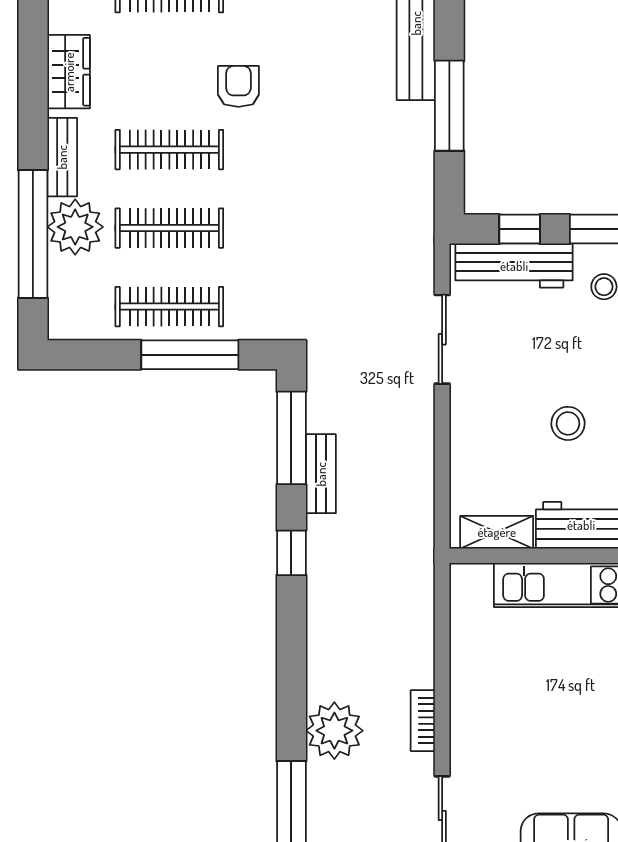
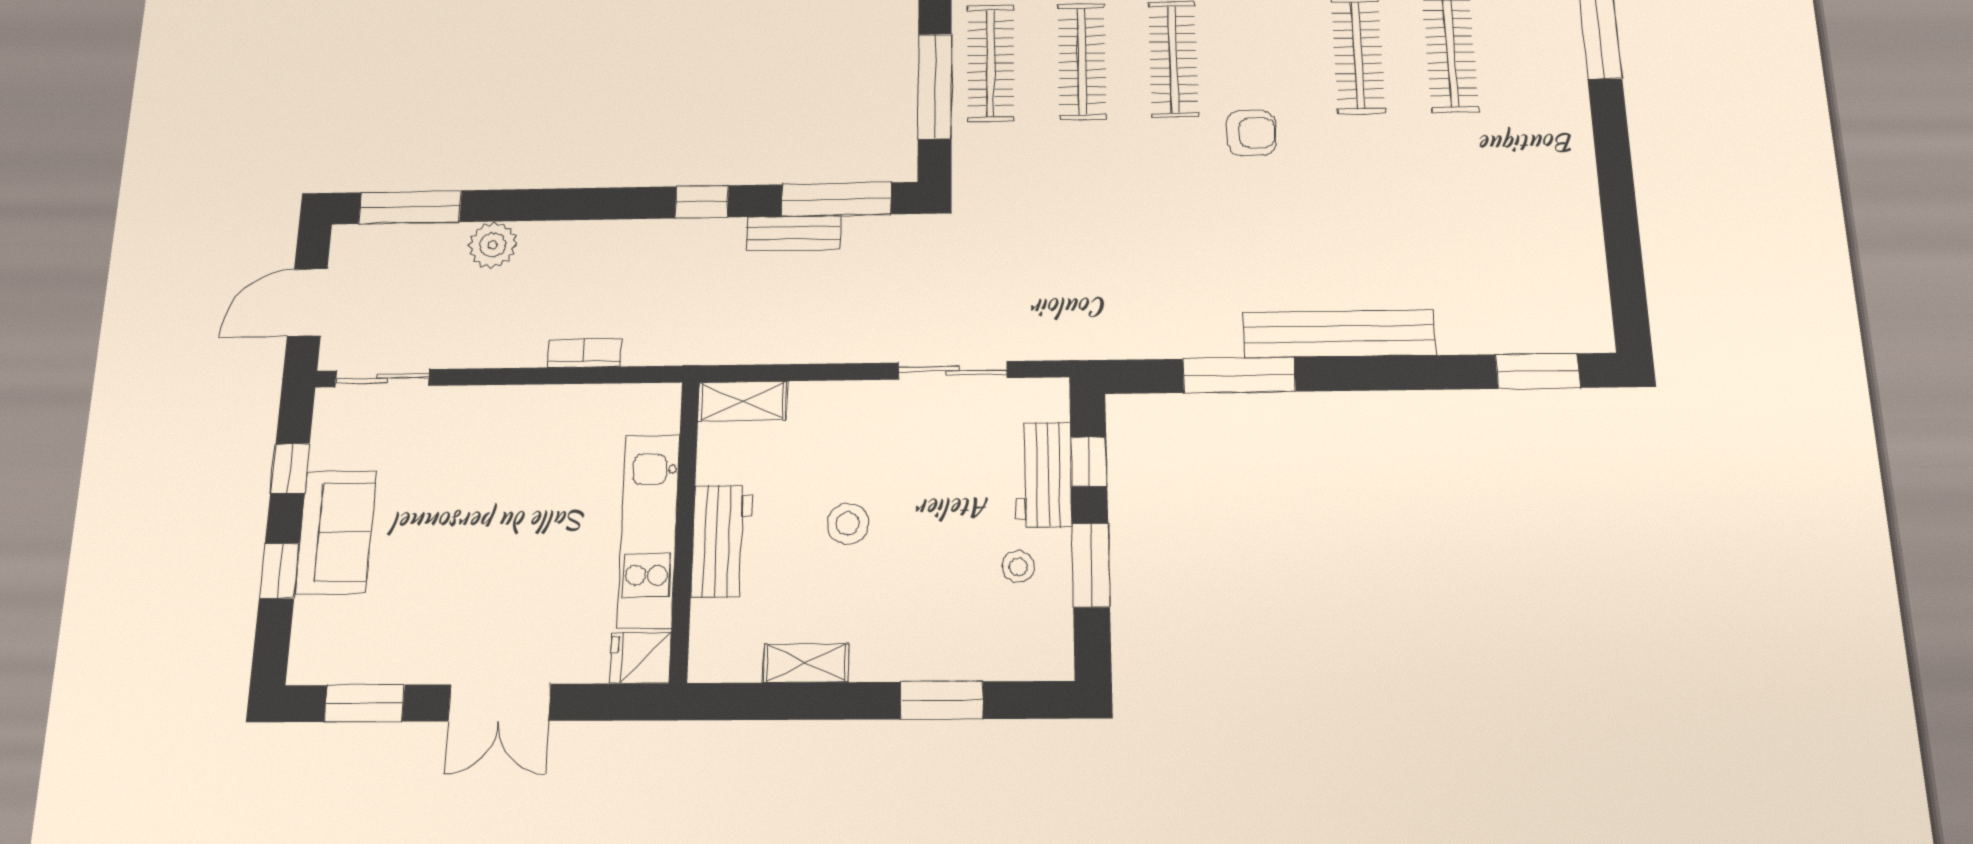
workbench: (514, 266) -> (1044, 475), width x0.73
shelving: (497, 532) -> (743, 401), moved, turned 90
bookcase: (423, 721) -> (584, 353), moved
plant: (334, 731) -> (493, 245), width x0.73, depth x0.73

